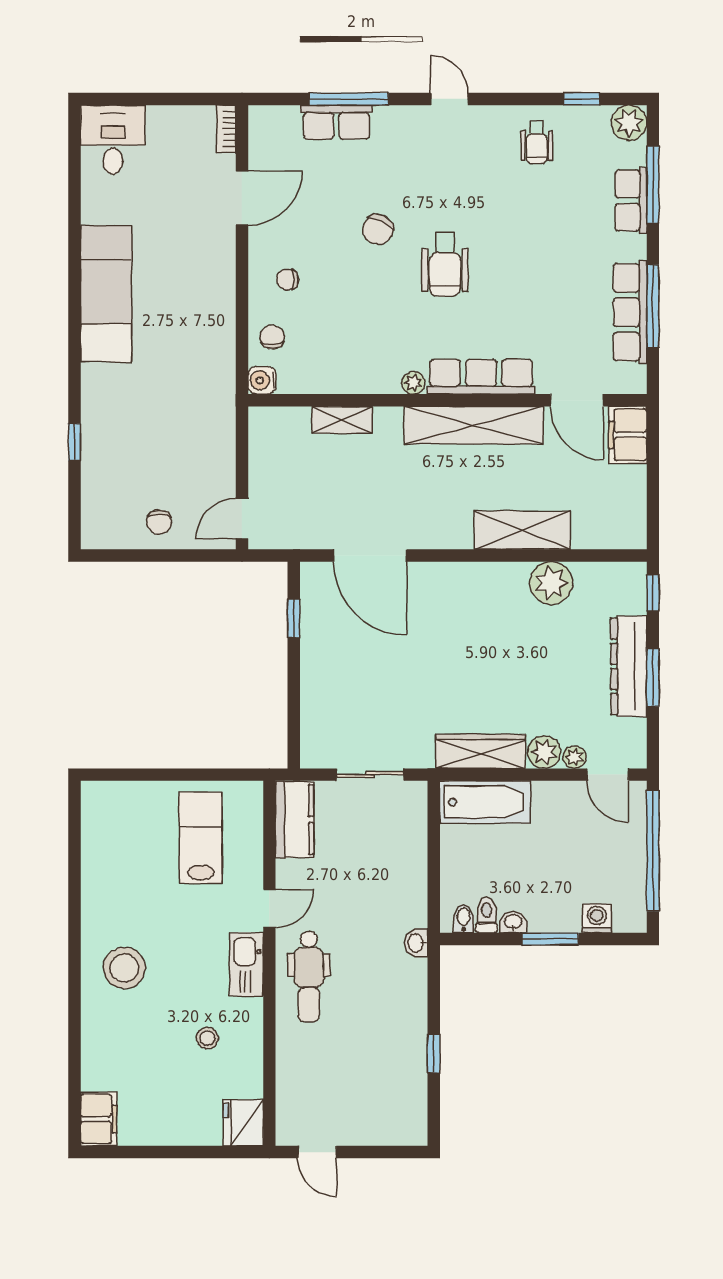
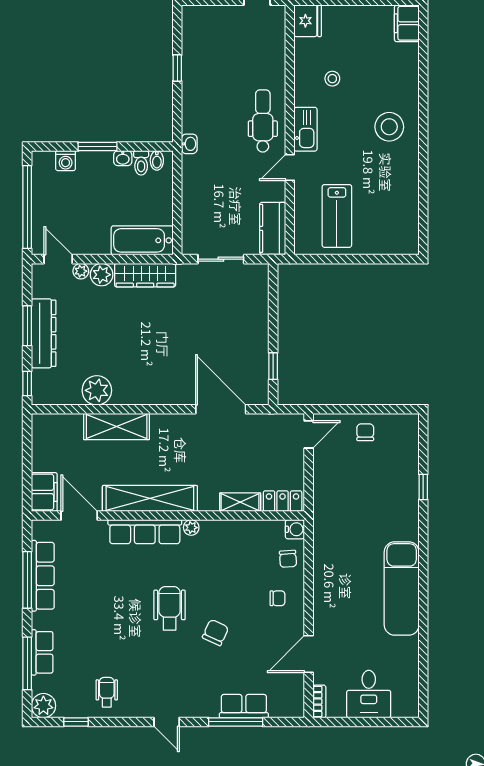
desk: (113, 140) -> (369, 694), moved
locker: (280, 421) -> (283, 501), added

